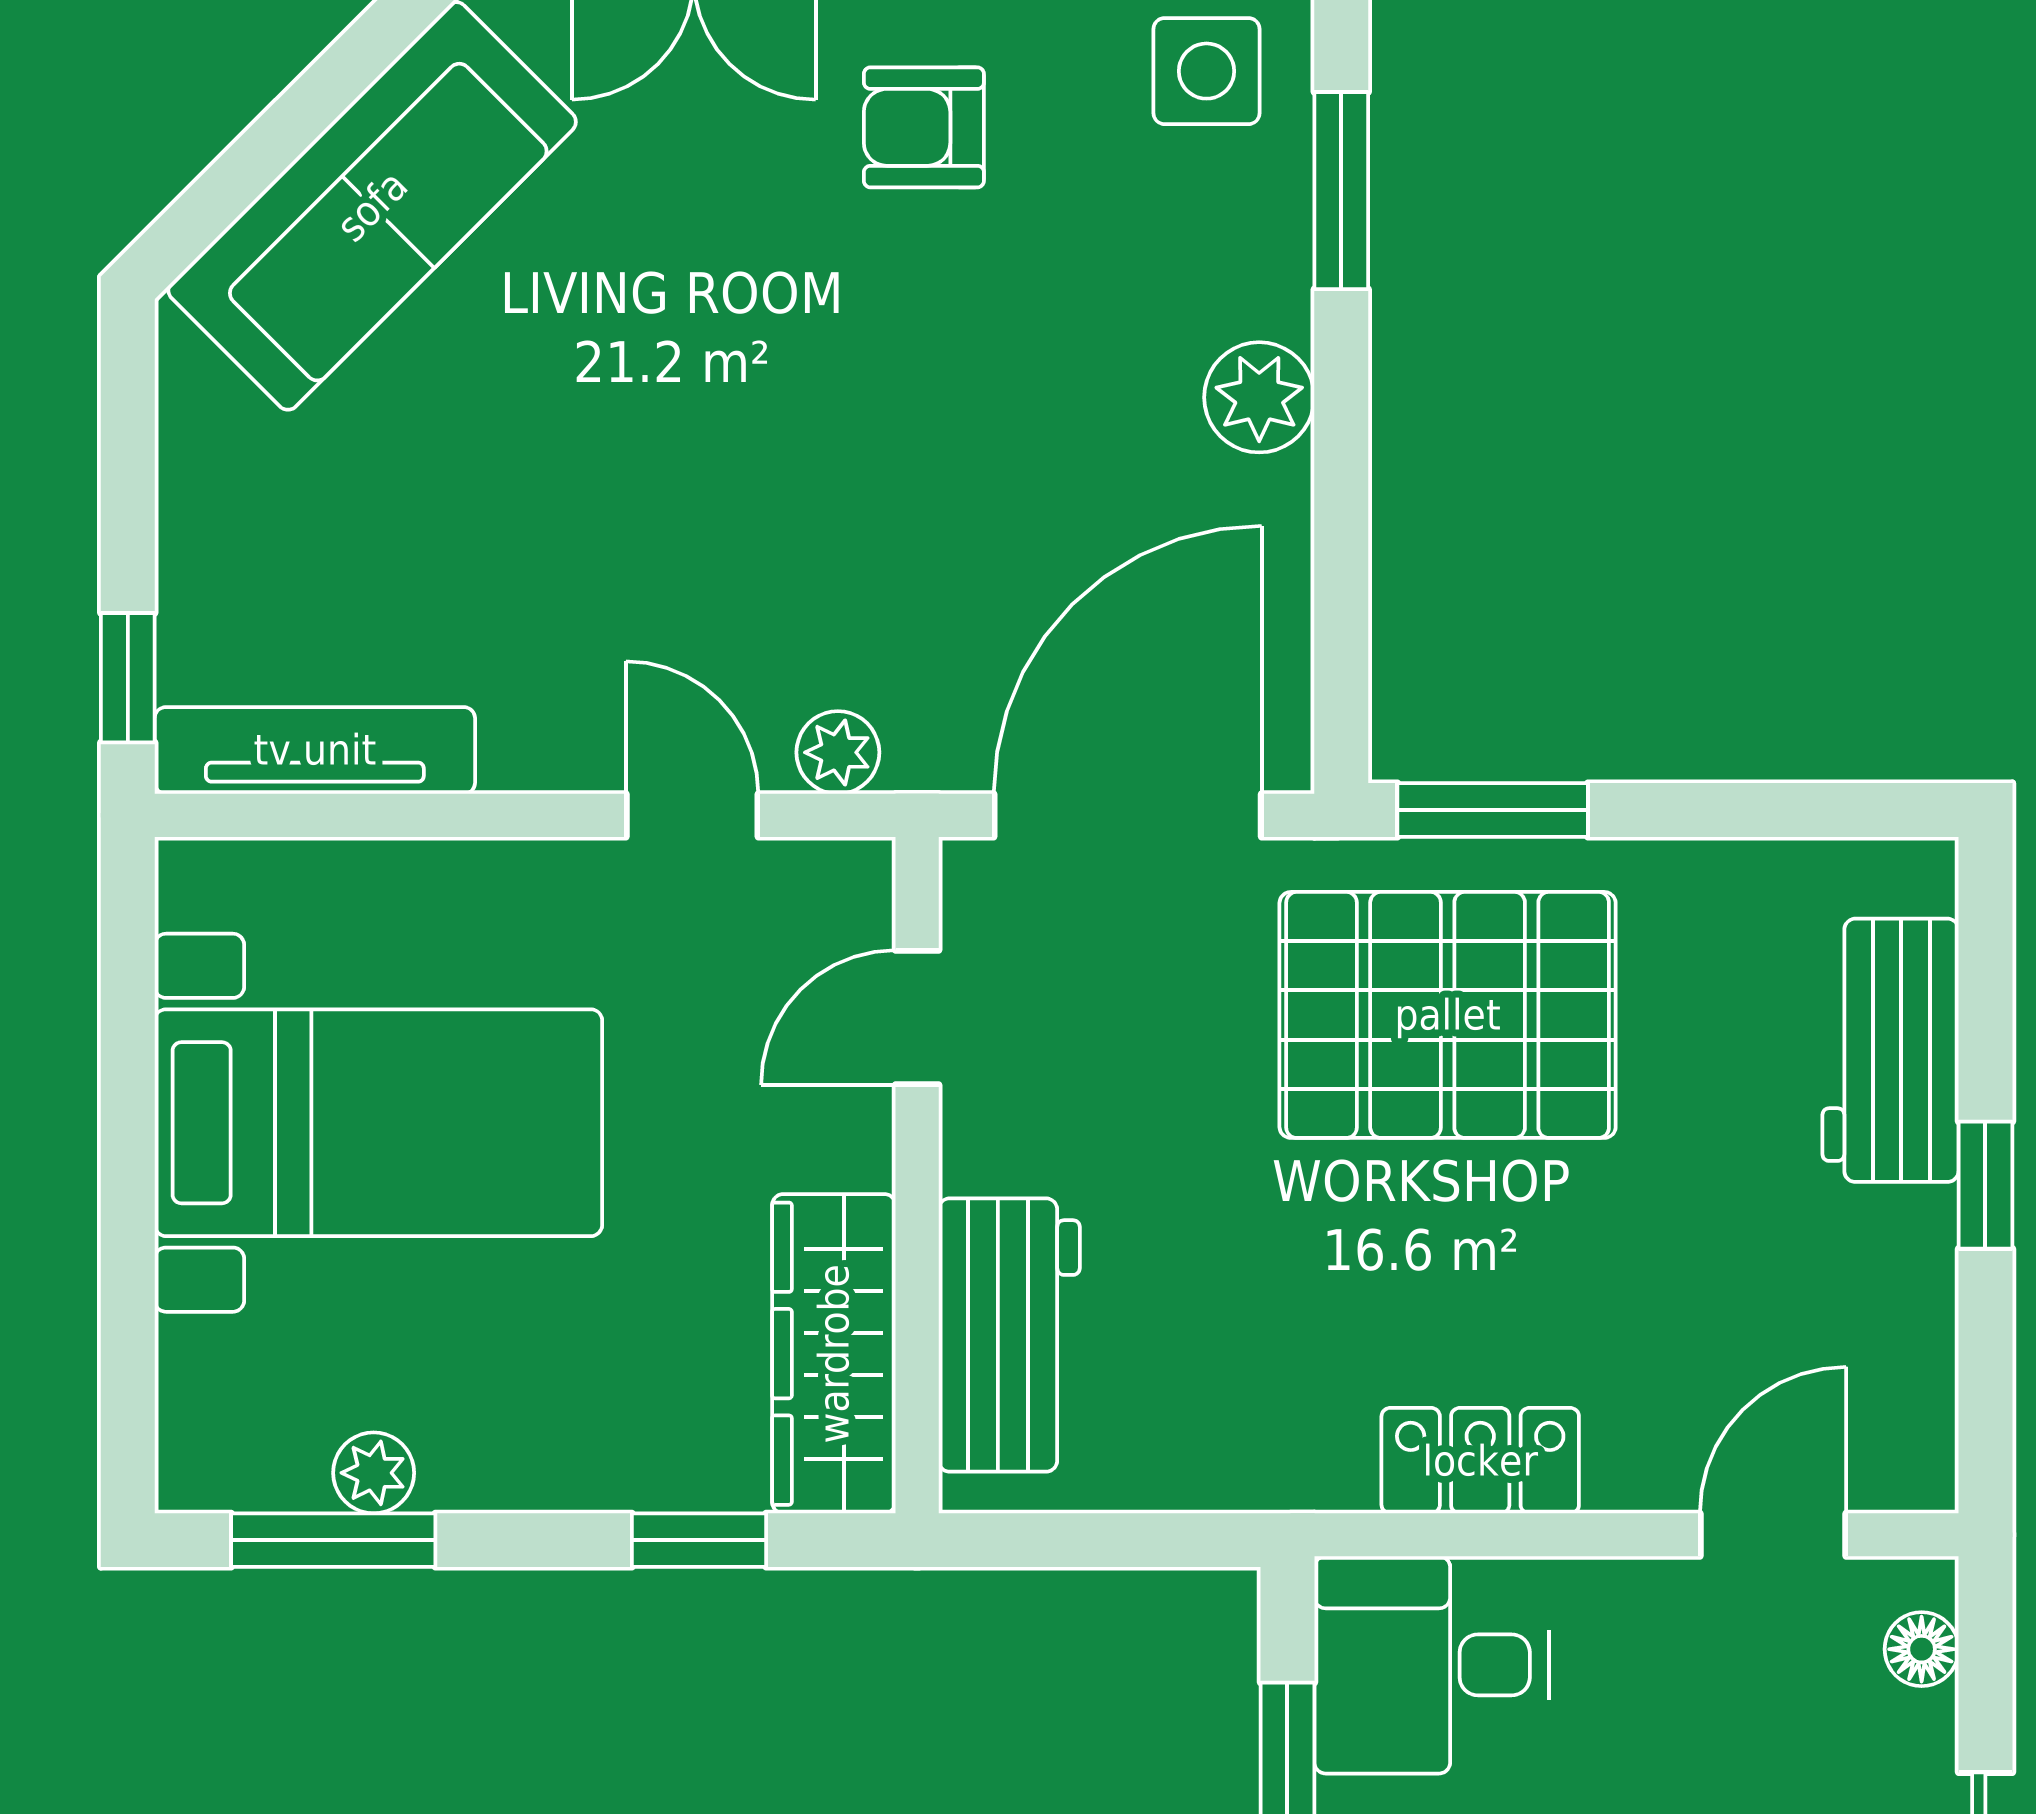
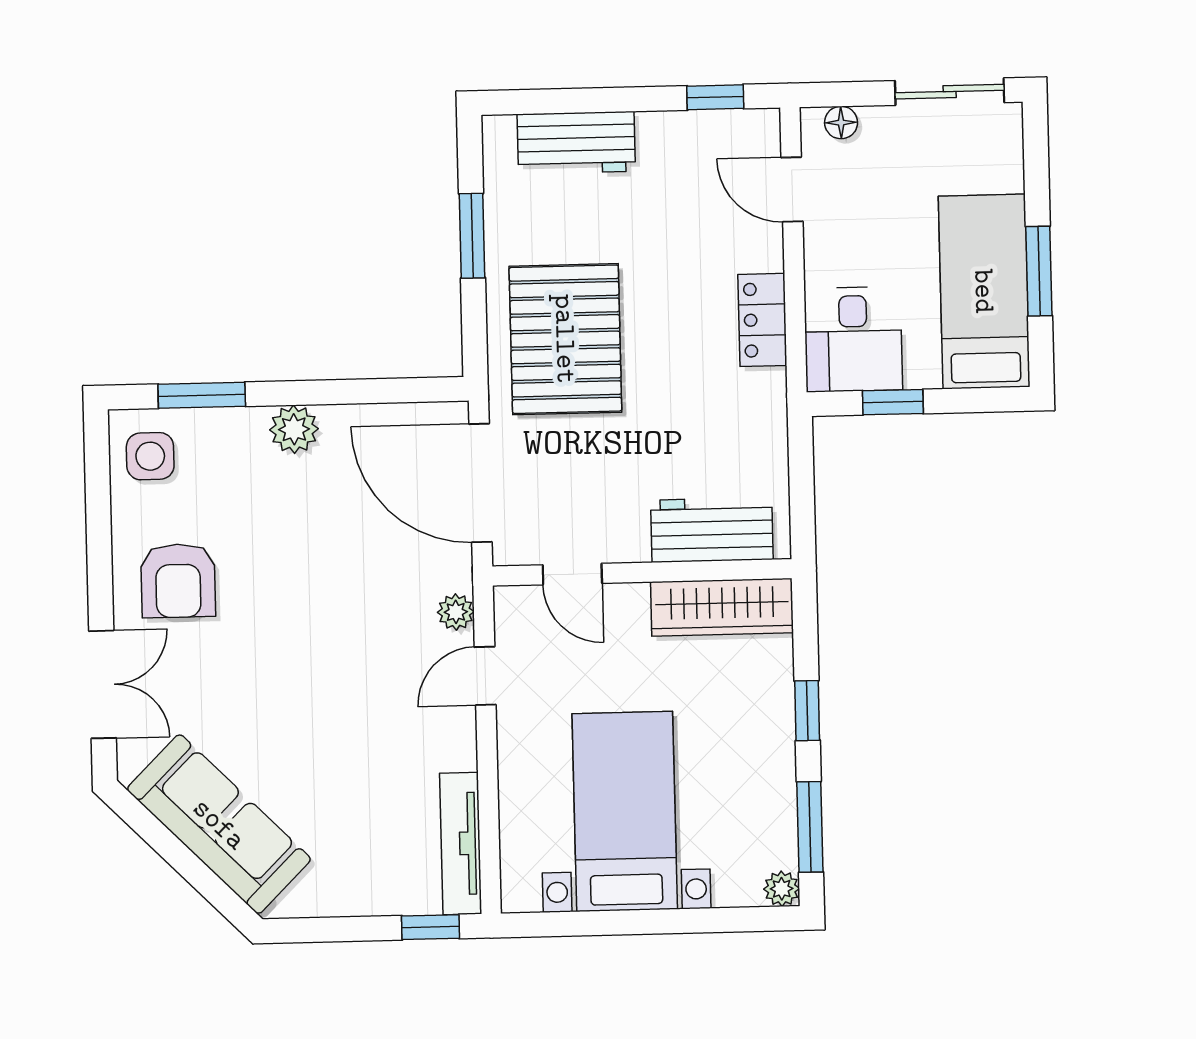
armchair: (924, 127) -> (178, 581), width x1.38, depth x1.38
window: (1493, 810) -> (472, 236), moved
window: (1985, 1185) -> (715, 97), moved
plant: (374, 1473) -> (782, 889), moved
window: (699, 1540) -> (807, 711), moved

